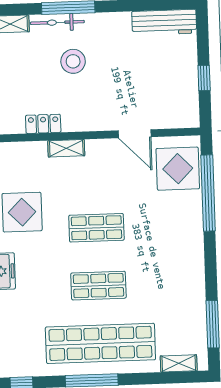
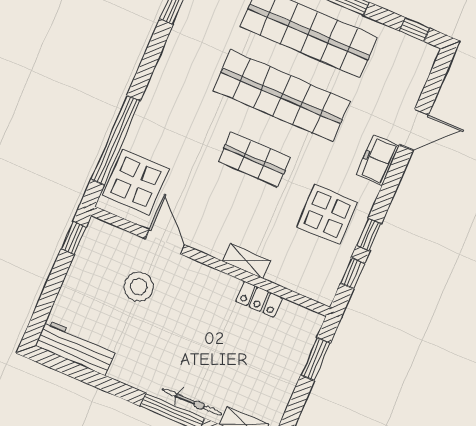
stool: (73, 61) -> (139, 287), moved
window: (204, 78) -> (74, 238), moved
shop shelf: (98, 286) -> (282, 96), width x2.00, depth x1.36

